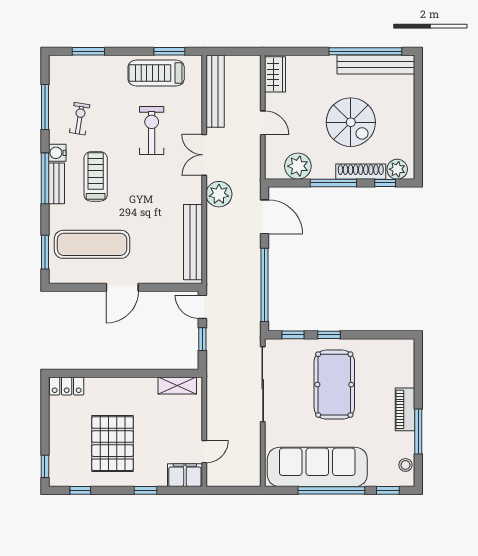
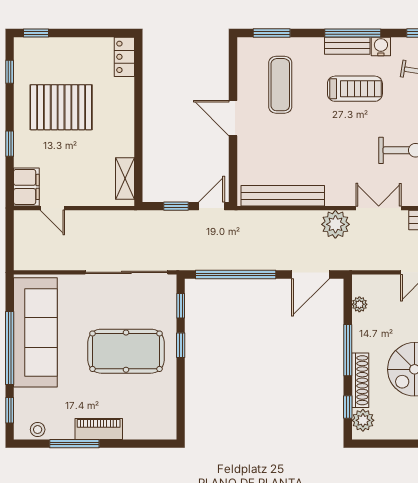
plant: (298, 166) -> (359, 304), width x0.53, depth x0.53
exercise mat: (92, 244) -> (280, 85), width x0.73, depth x0.69

